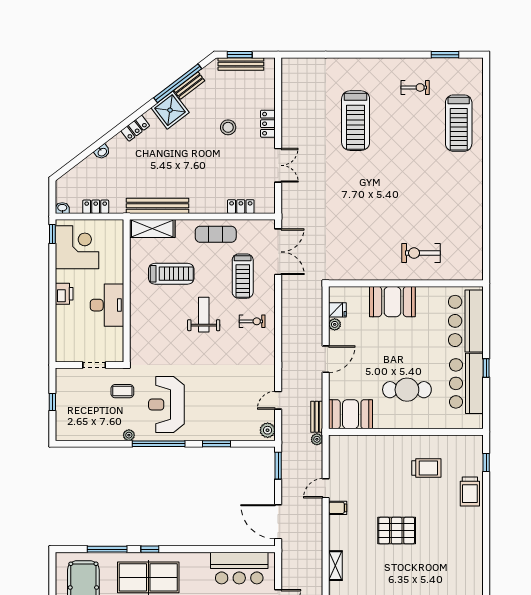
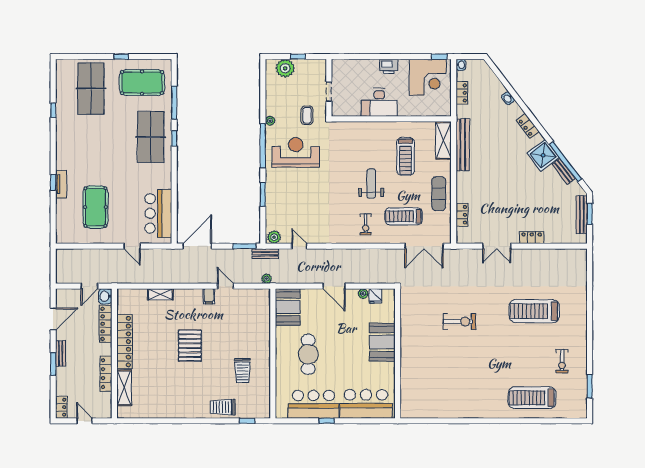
stool: (228, 127) -> (529, 204), removed
exercise bike: (421, 253) -> (459, 322), moved, turned 90
weight bench: (204, 315) -> (371, 184), turned -90
plant: (66, 417) -> (285, 68), added
bench: (317, 417) -> (265, 254), moved

